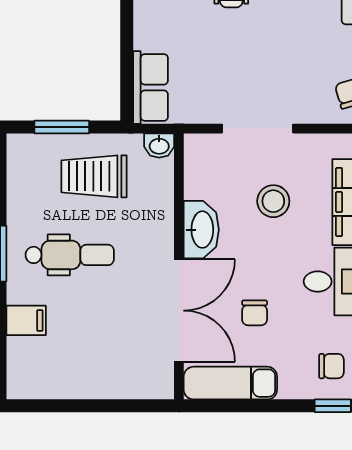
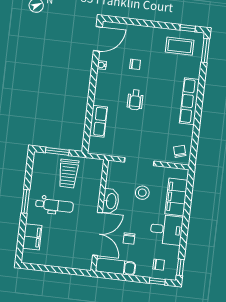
row of seats: (150, 87) -> (98, 121), moved
washbasin: (159, 146) -> (97, 164), removed
trolley: (94, 176) -> (68, 174), turned -90
filing cabinet: (26, 320) -> (32, 237), width x2.00

